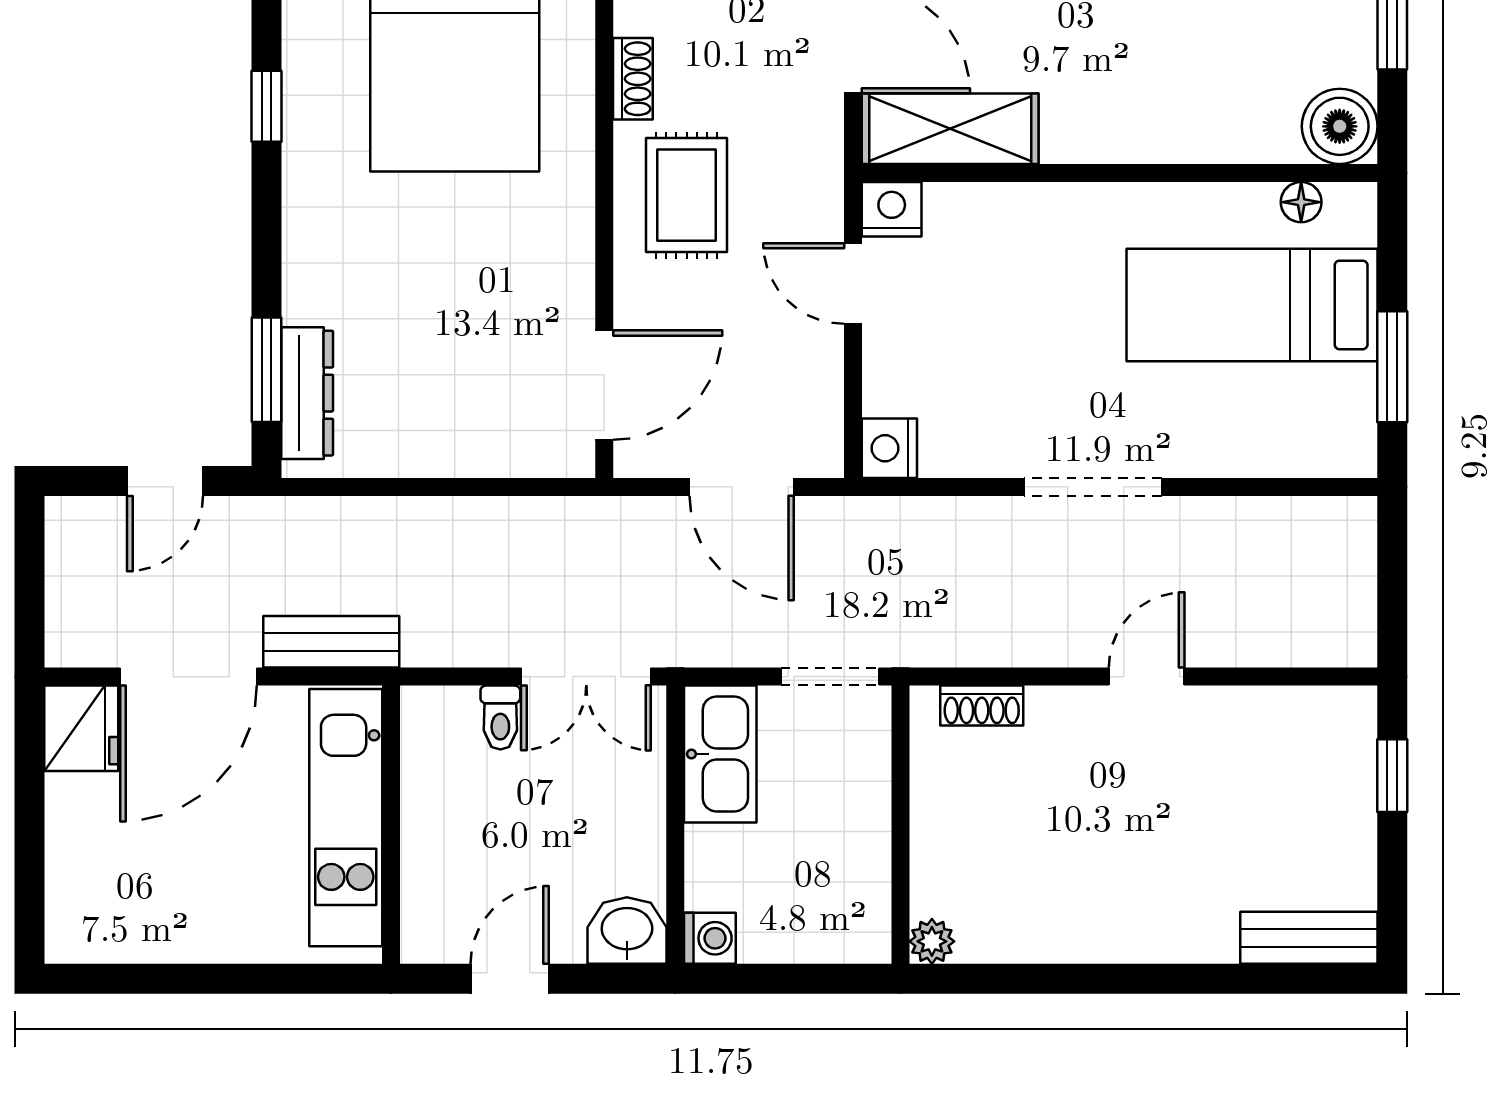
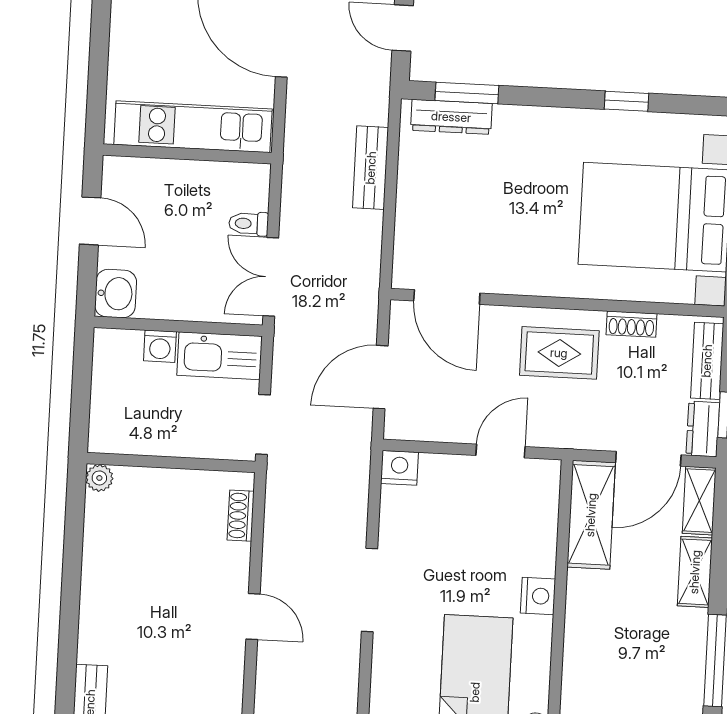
nightstand: (892, 209) -> (538, 596), moved
bench: (331, 642) -> (371, 168), moved
washing machine: (710, 938) -> (160, 346), moved

